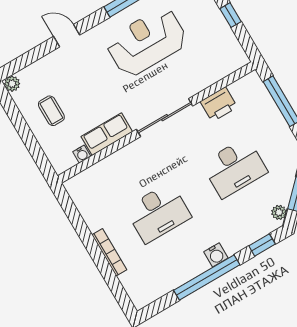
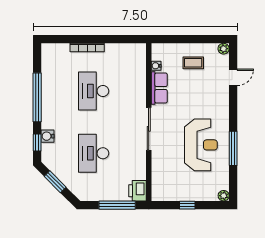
door: (67, 36) -> (233, 77), moved
printer: (219, 104) -> (137, 191), moved
plant: (279, 212) -> (51, 164), removed
water cooler: (216, 255) -> (48, 136), moved

